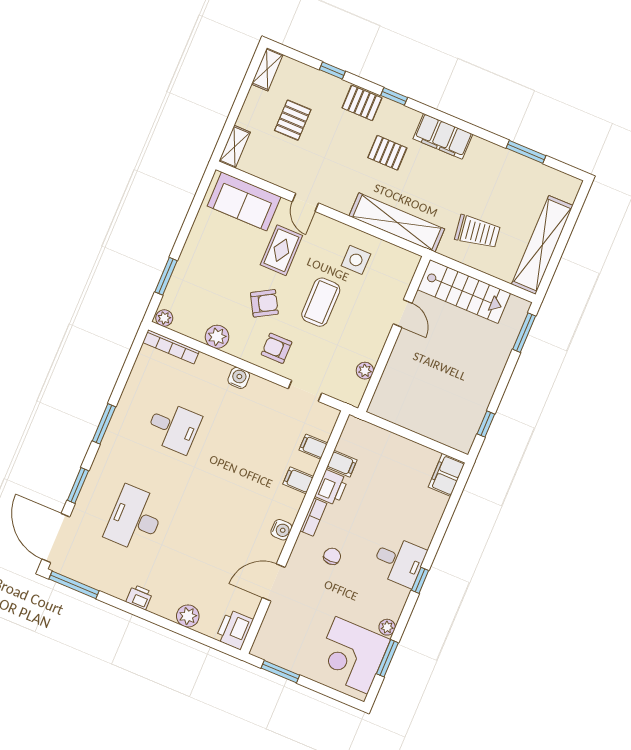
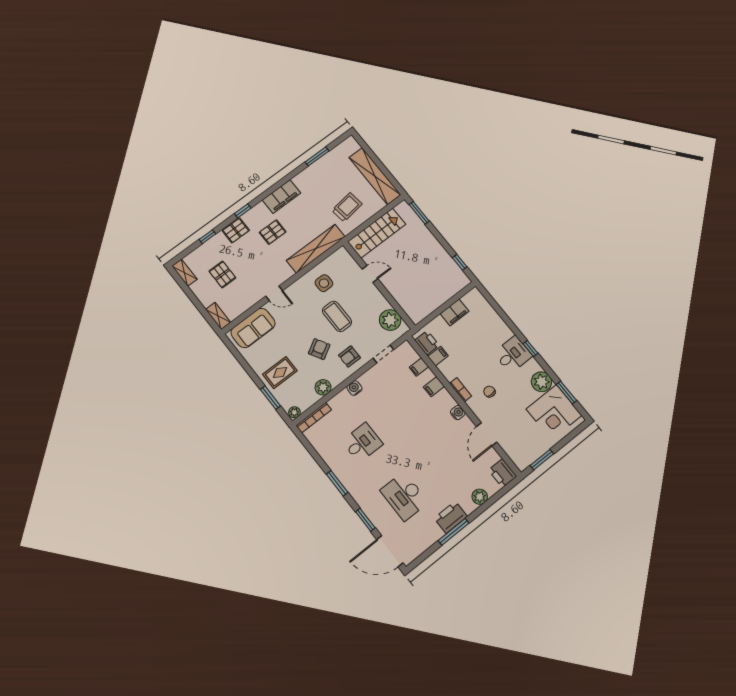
rug: (281, 250) -> (280, 373), moved, turned 90
plant: (365, 371) -> (390, 320), width x1.87, depth x1.87
filing cabinet: (447, 475) -> (455, 313), moved, turned -90
printer: (331, 487) -> (427, 343), moved
window: (74, 585) -> (454, 532), moved
printer: (139, 597) -> (451, 517), width x1.87, depth x1.48
plant: (387, 627) -> (542, 382), width x1.87, depth x1.87

